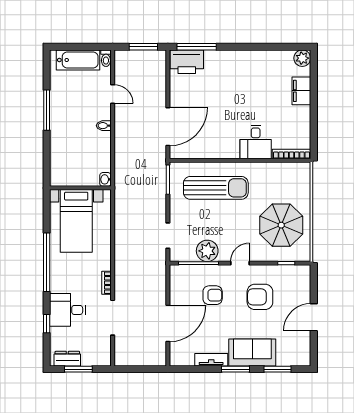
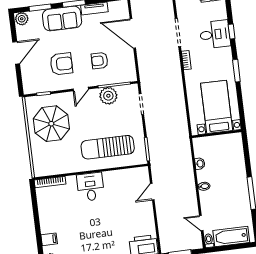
filing cabinet: (301, 91) -> (49, 239), width x0.50
door: (113, 94) -> (201, 223), moved
door: (168, 127) -> (152, 192), width x0.53
desk: (256, 142) -> (90, 187), moved
washbasin: (105, 179) -> (200, 164), moved
window: (47, 262) -> (236, 71), width x0.47
door: (168, 323) -> (133, 33), hinge flipped
window: (47, 324) -> (232, 31), moved
plant: (302, 358) -> (22, 19), added

